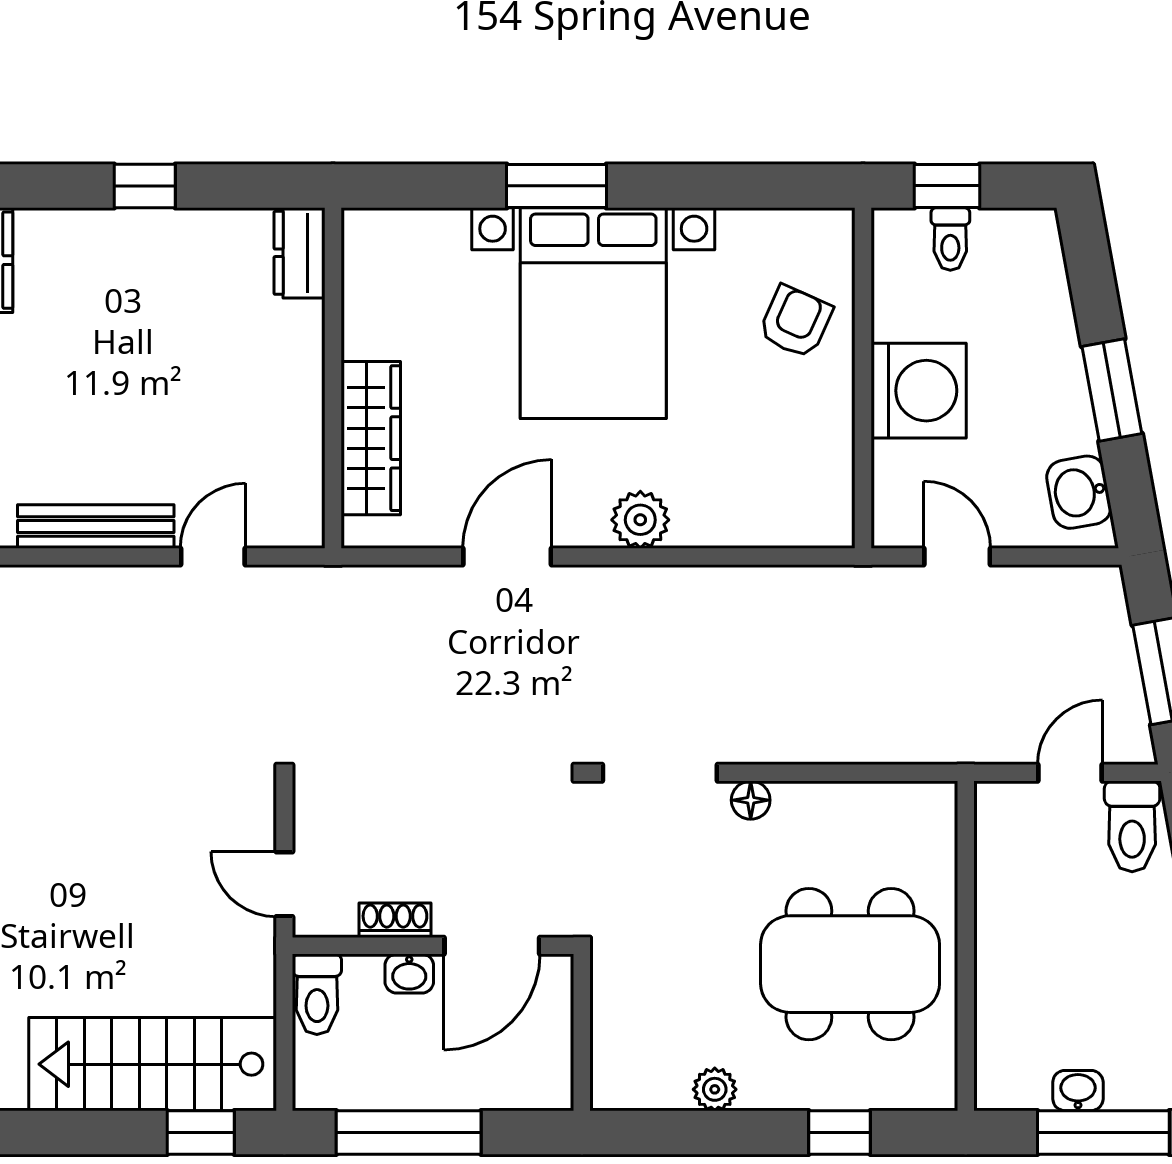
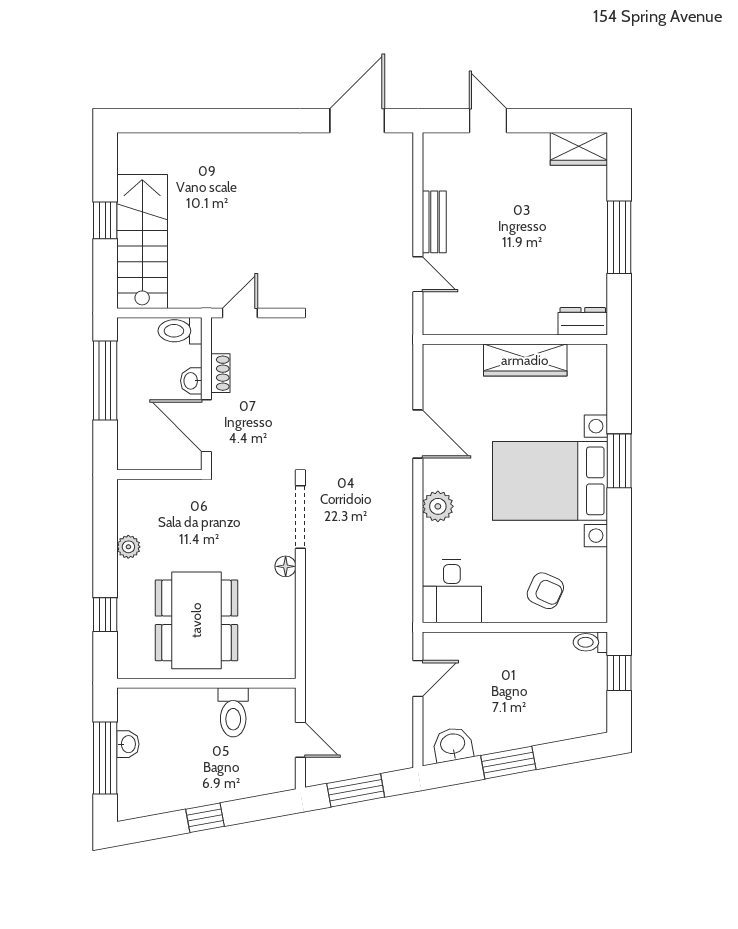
window: (145, 186) -> (619, 237), width x2.17
toilet: (950, 239) -> (590, 642), moved
washing machine: (919, 391) -> (508, 658), removed
wardrobe: (371, 438) -> (525, 360), moved
desk: (796, 494) -> (452, 591), added
bench: (96, 526) -> (434, 222), width x0.73
toilet: (1132, 826) -> (233, 712), moved, turned -90
window: (201, 1132) -> (105, 220), moved

